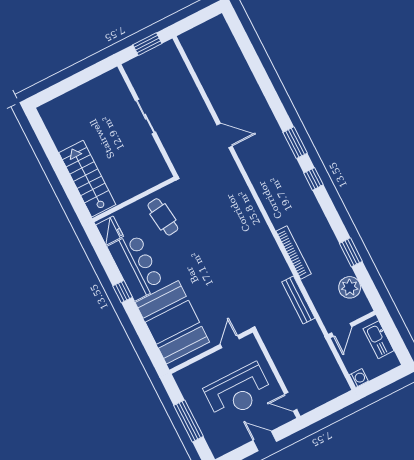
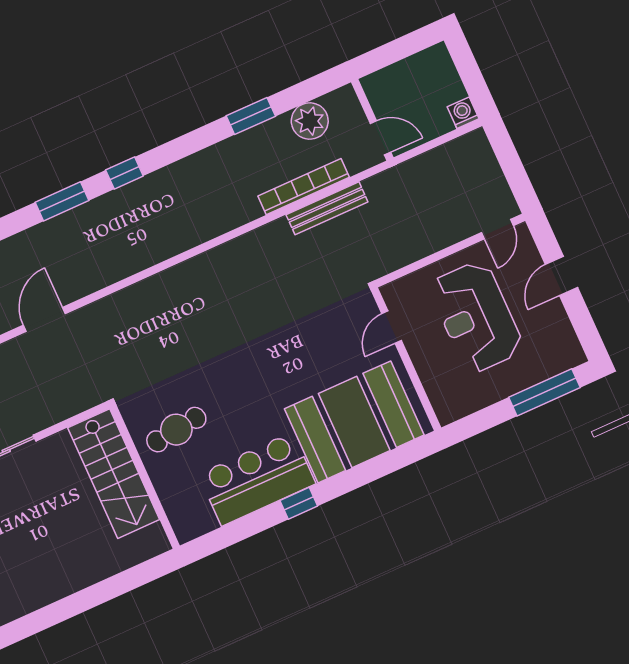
stairs: (87, 179) -> (114, 474), moved, turned -90
fridge: (110, 231) -> (195, 520), removed
bookcase: (294, 253) -> (304, 187), moved
kitchen sink: (379, 340) -> (400, 77), removed
door: (230, 342) -> (392, 327), hinge flipped
reception desk: (238, 392) -> (476, 317), turned 180
window: (188, 421) -> (544, 392), moved

